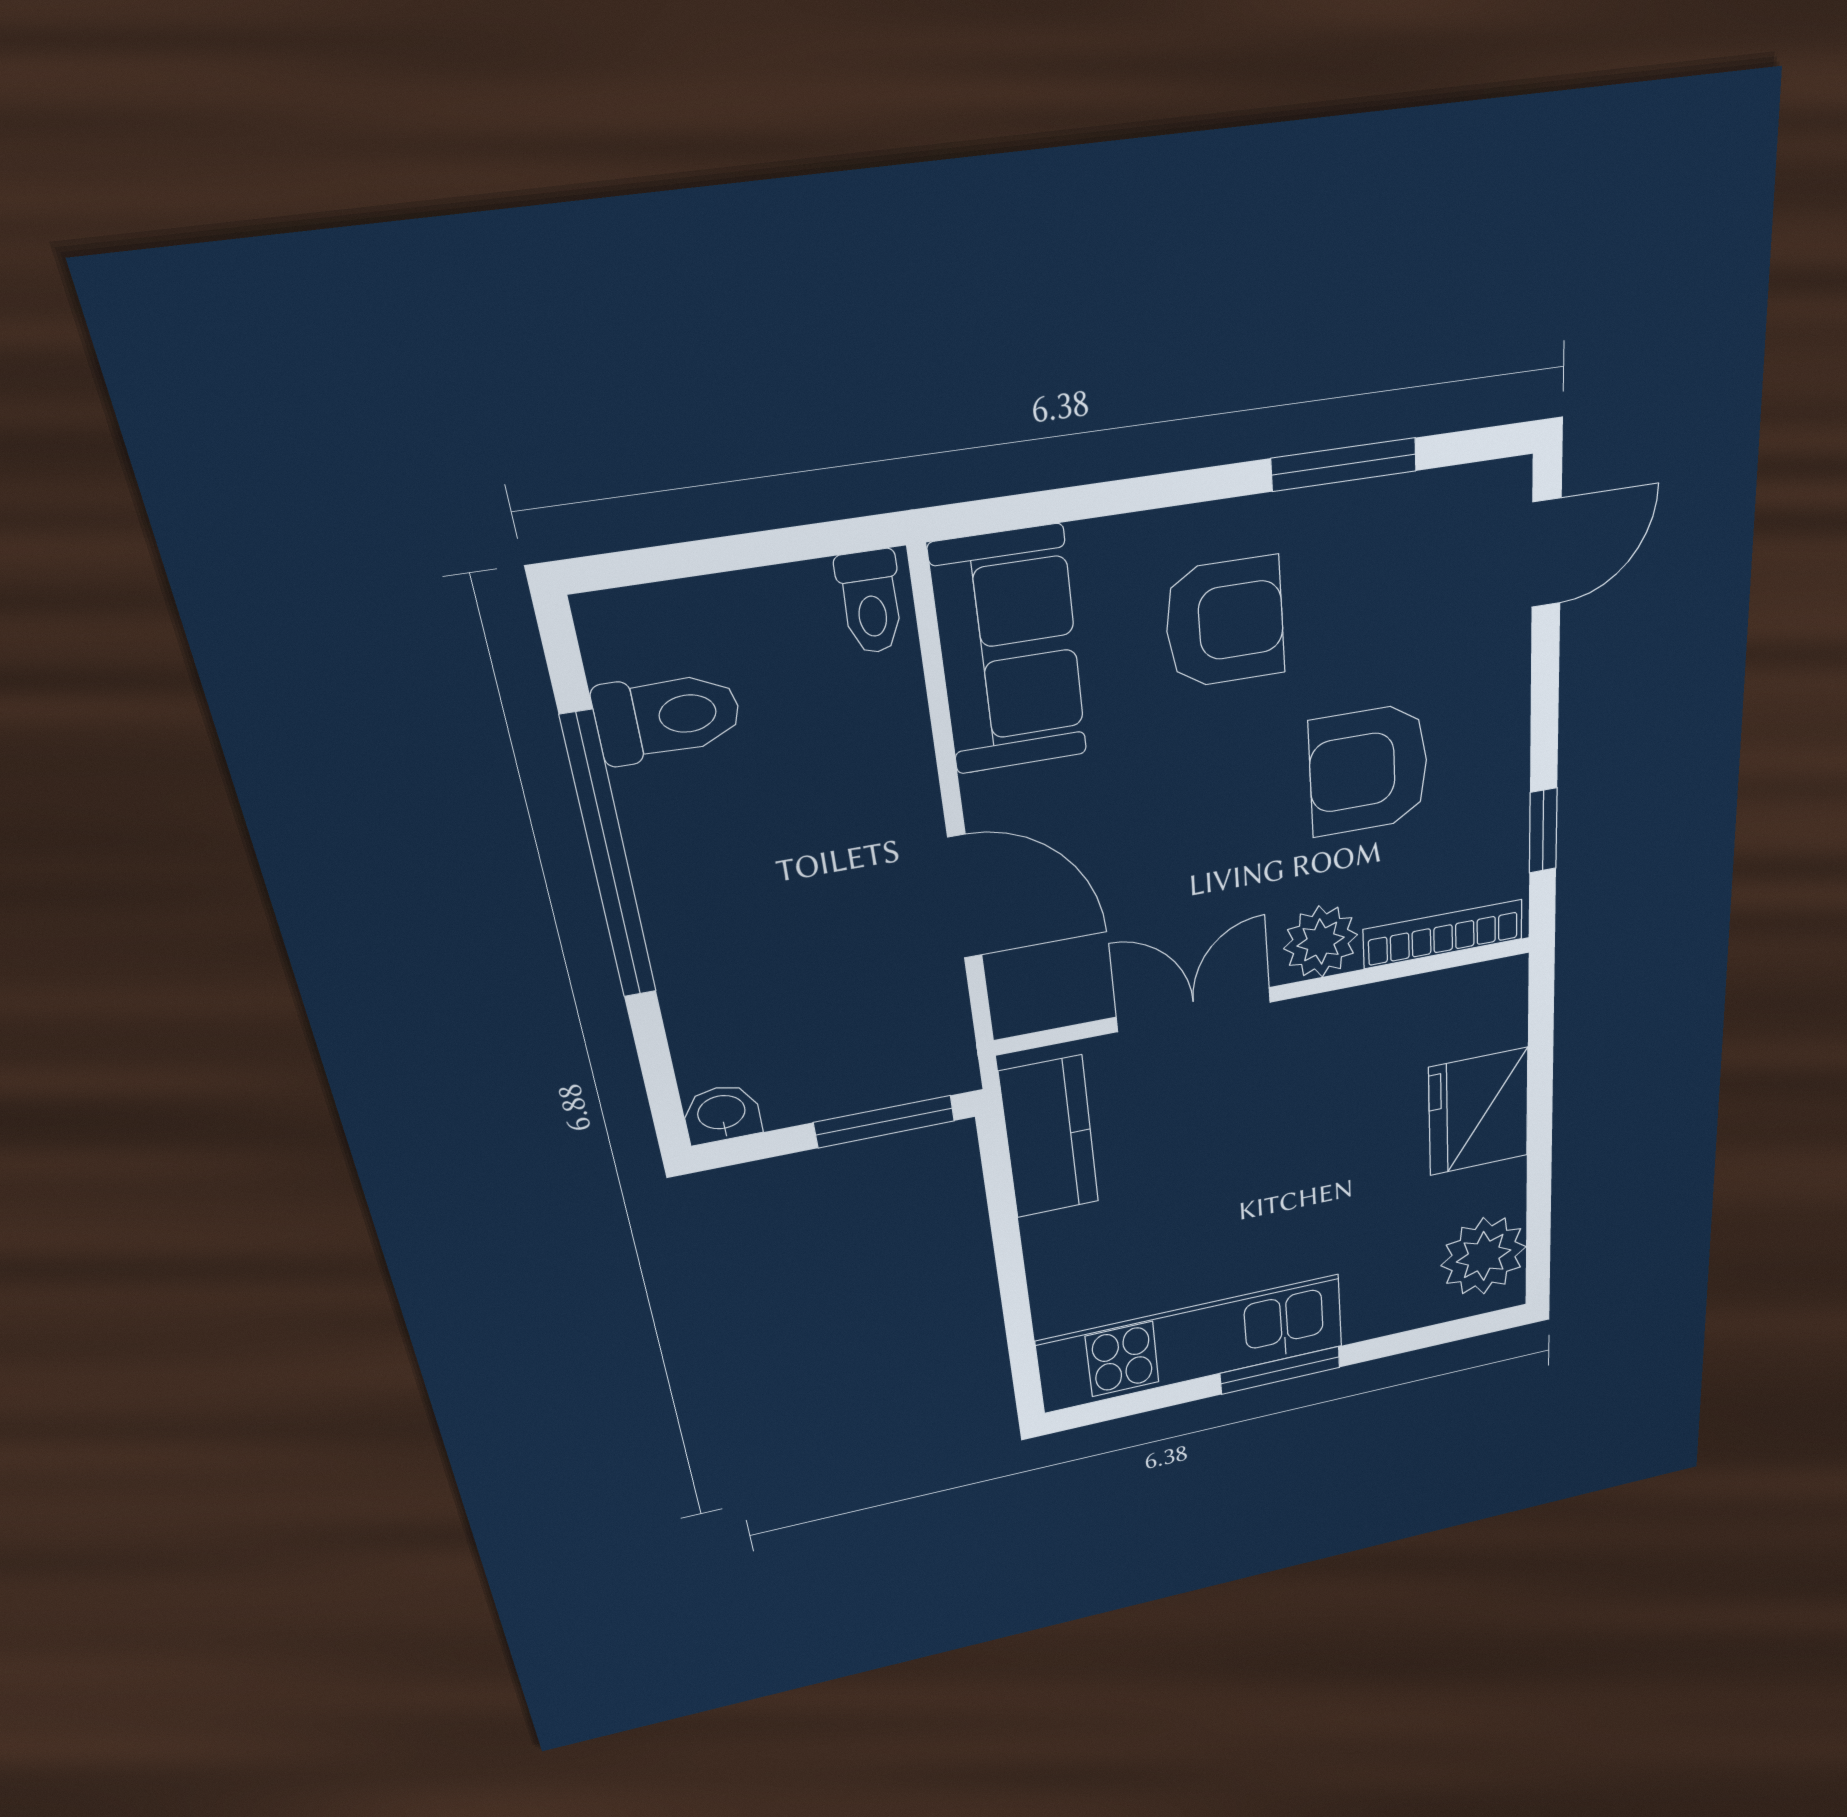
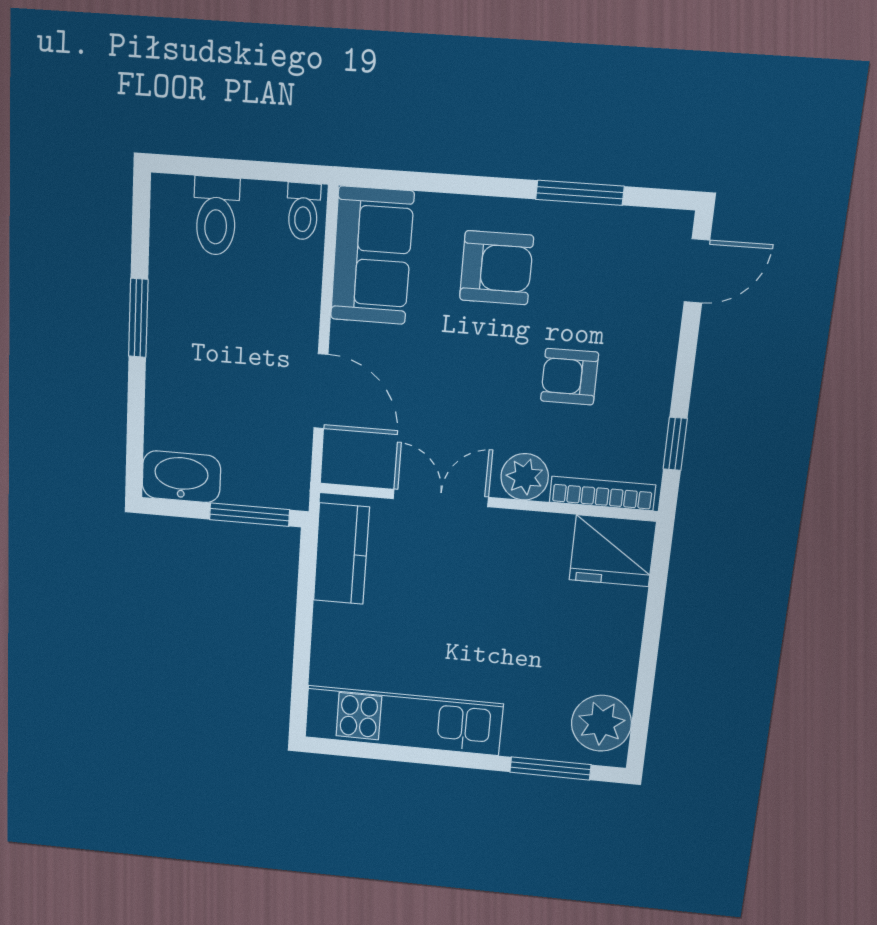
toilet: (668, 717) -> (216, 216), moved, turned 90
armchair: (1369, 770) -> (570, 377), width x0.72, depth x0.72
window: (609, 858) -> (138, 318), width x0.47
fridge: (1479, 1112) -> (613, 551), moved, turned -90
washbasin: (722, 1114) -> (181, 477), width x1.91, depth x1.45
window: (1280, 1370) -> (550, 768), moved

